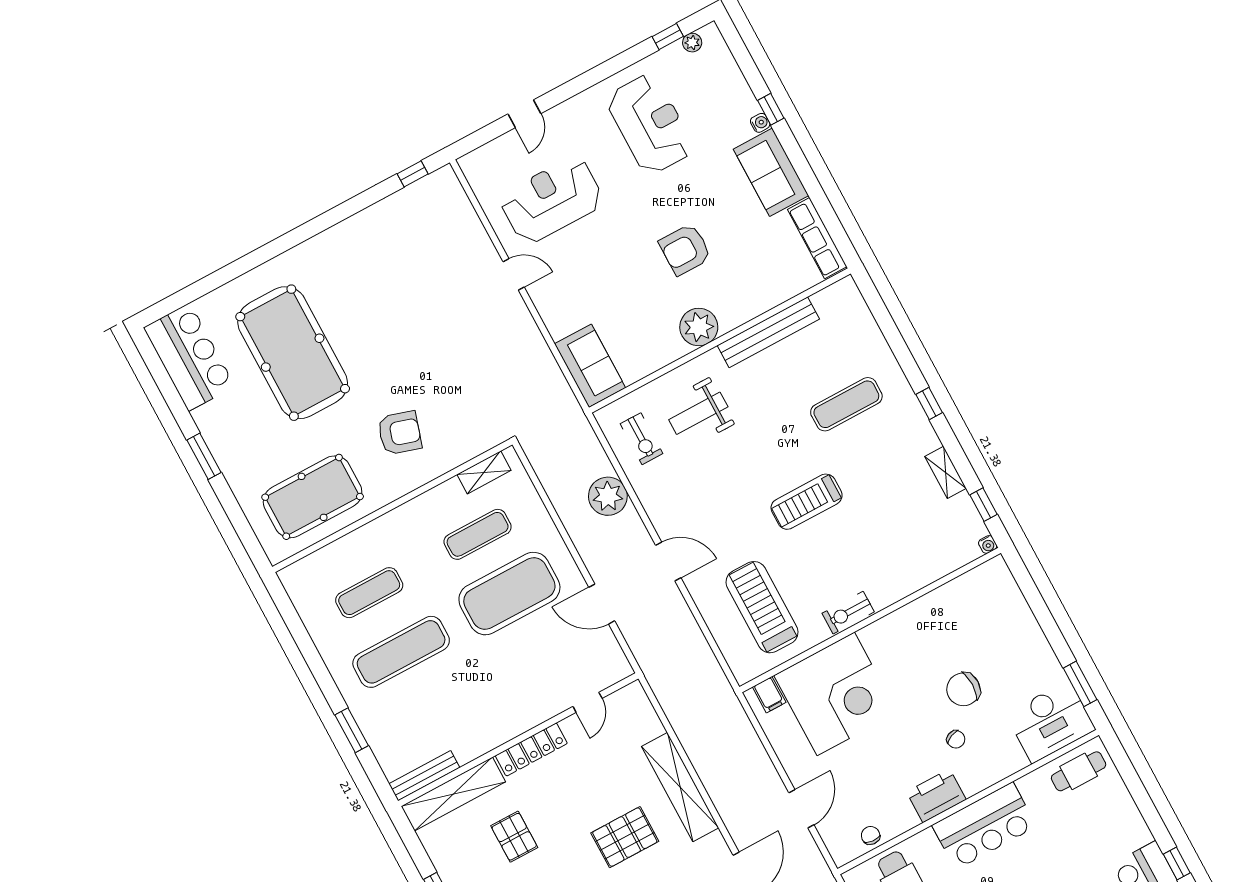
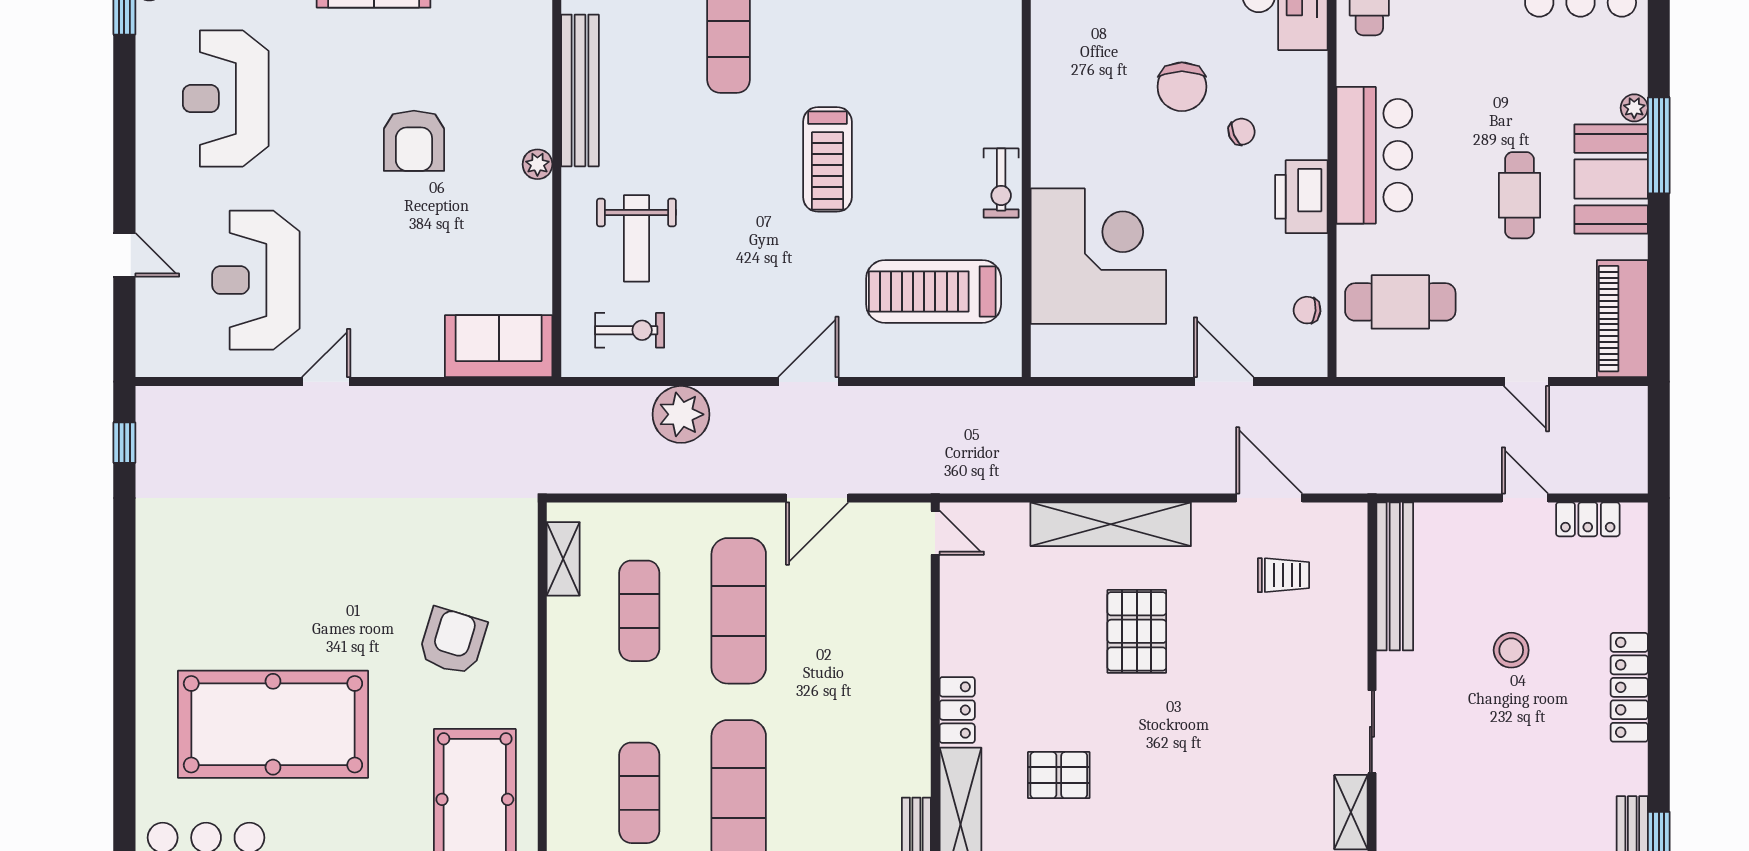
reception desk: (650, 124) -> (226, 99), turned -90
plant: (699, 327) -> (537, 164), width x0.53, depth x0.53
exercise mat: (509, 594) -> (739, 611), width x0.68
filing cabinet: (769, 695) -> (1053, 343), removed
door: (587, 702) -> (935, 533), moved
locker: (531, 749) -> (957, 710), width x0.66

